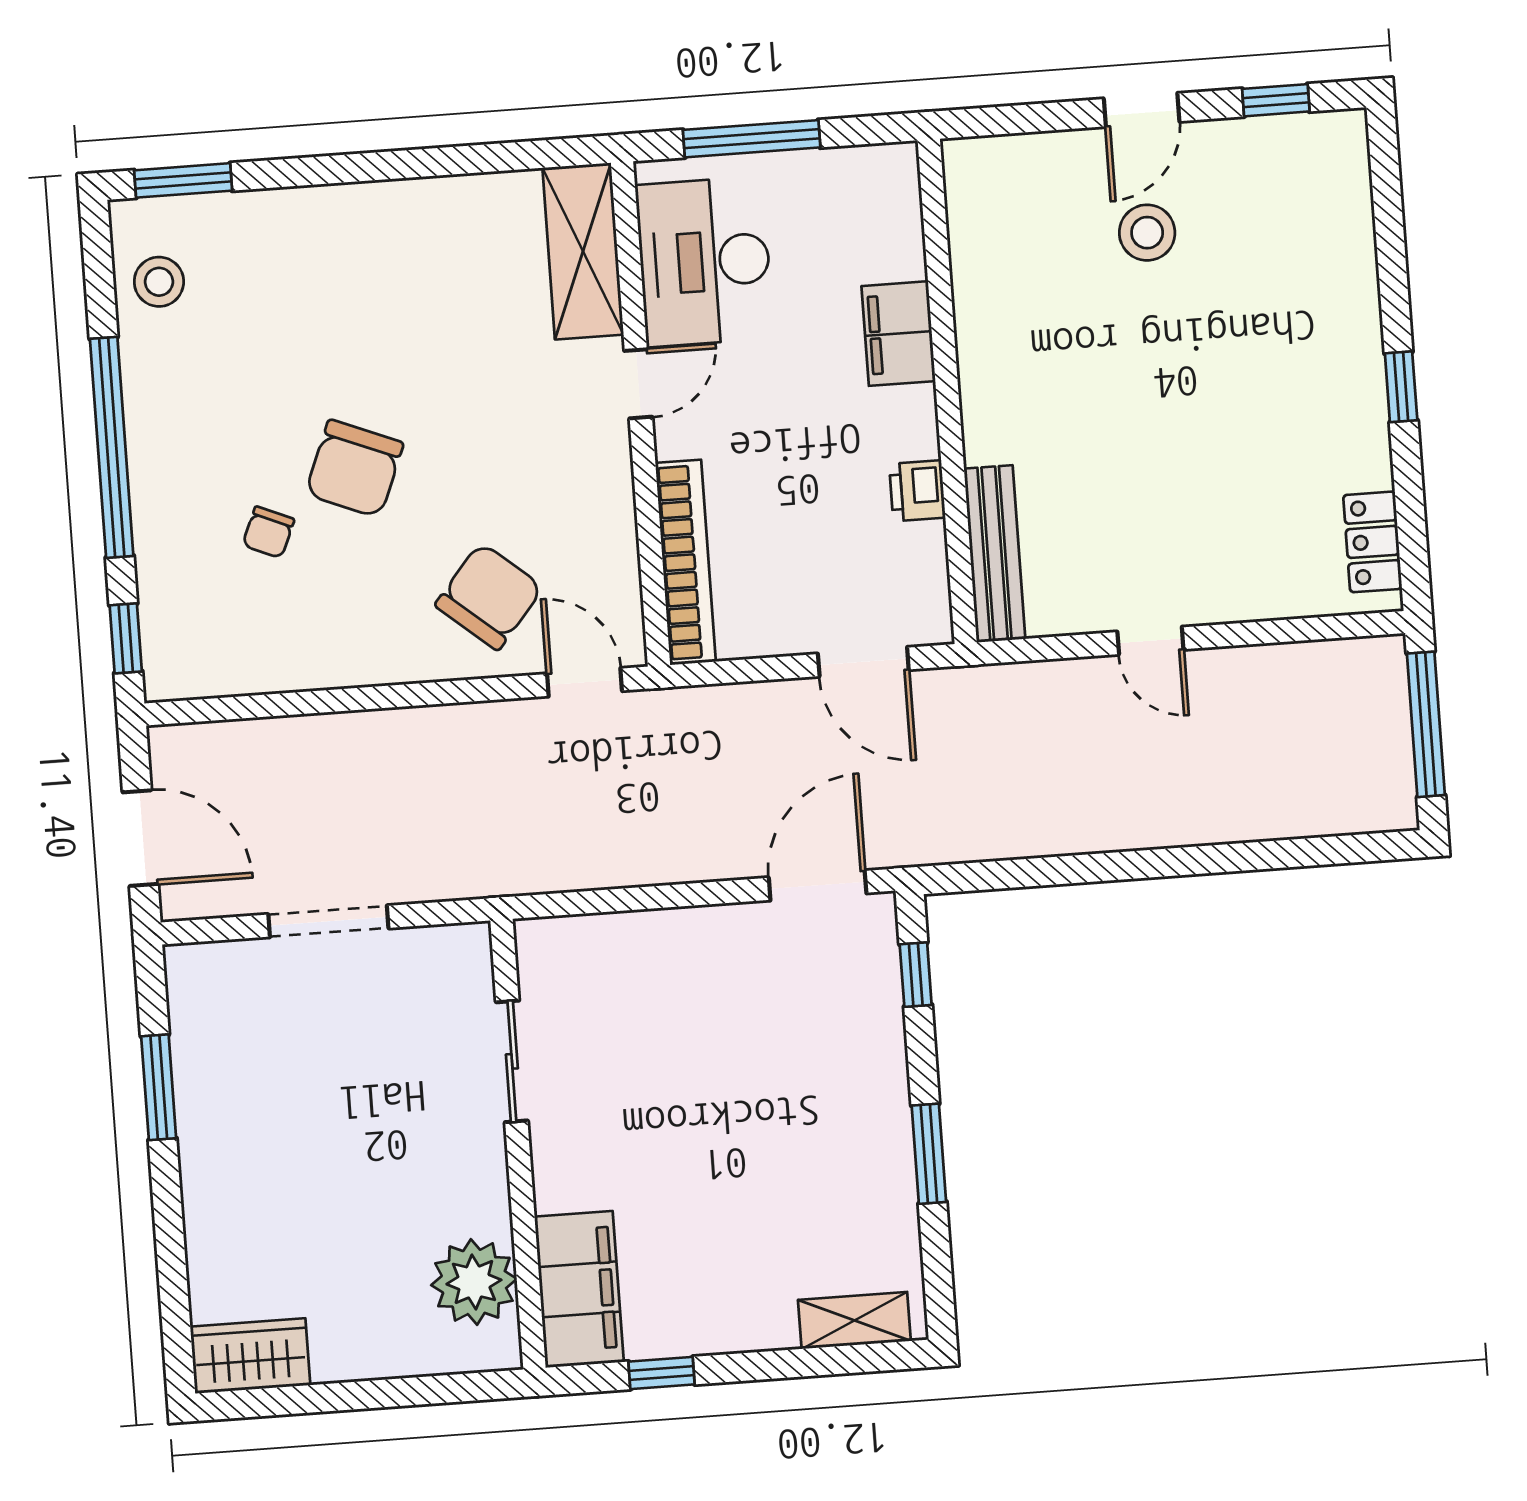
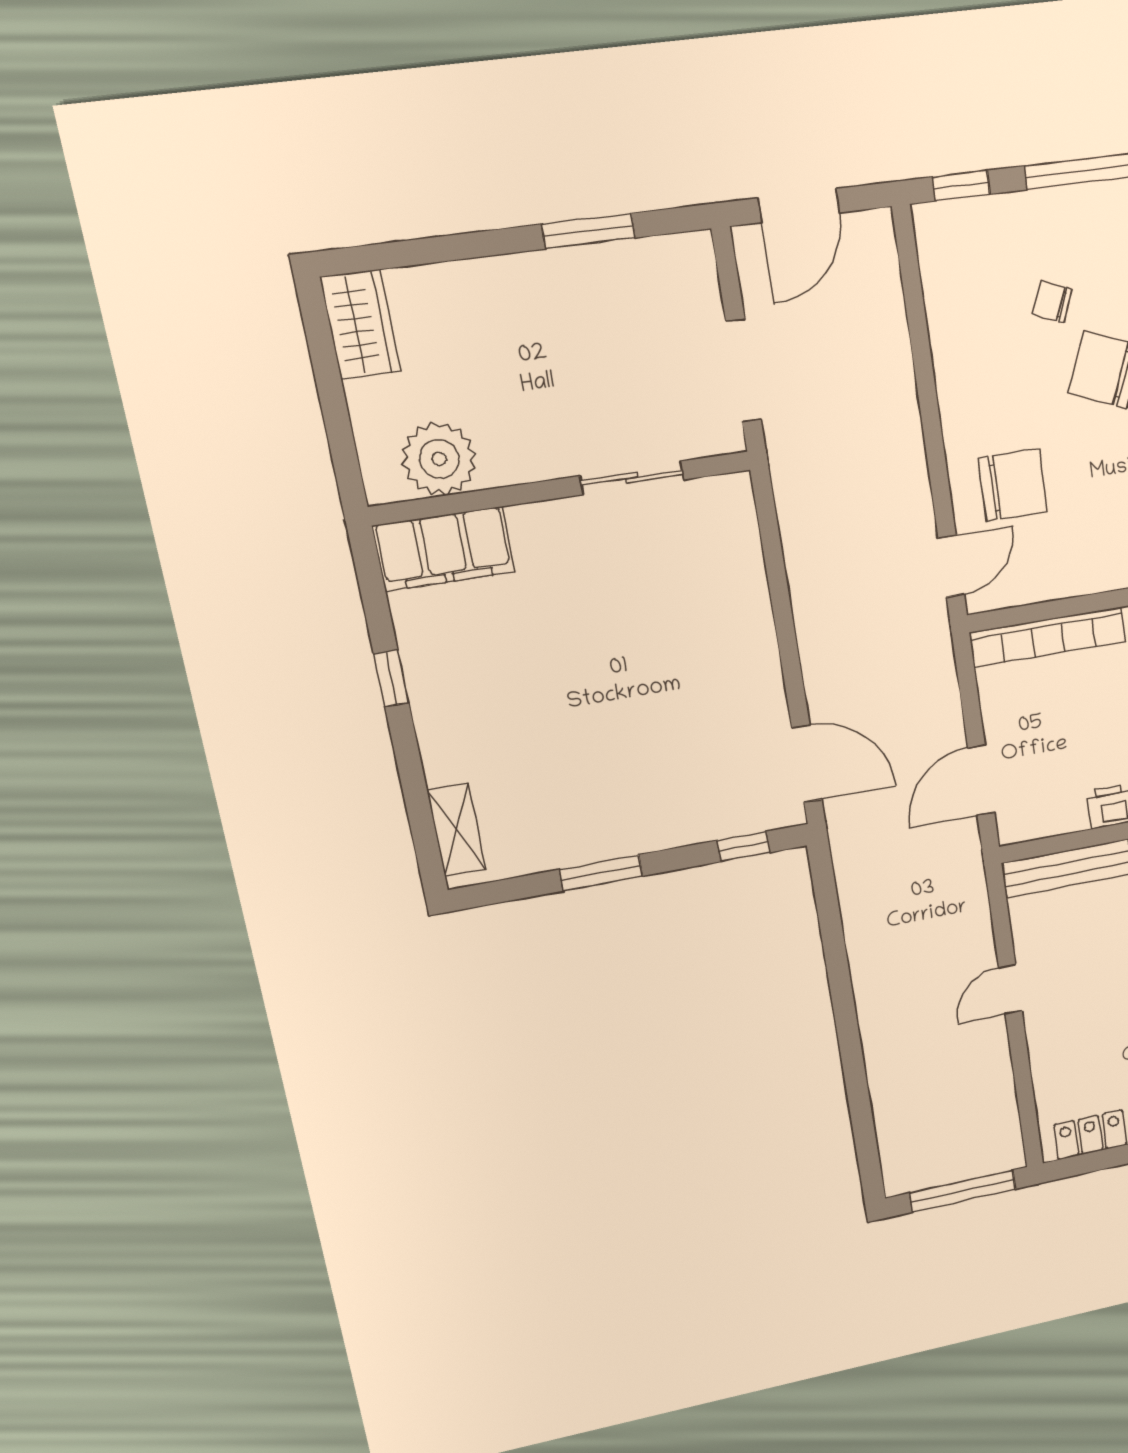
chair: (489, 596) -> (1013, 485), turned -40
sliding door: (512, 1061) -> (632, 478), moved
wall: (518, 1144) -> (563, 488), moved
plant: (474, 1282) -> (439, 459), moved
filing cabinet: (579, 1289) -> (444, 549), moved

